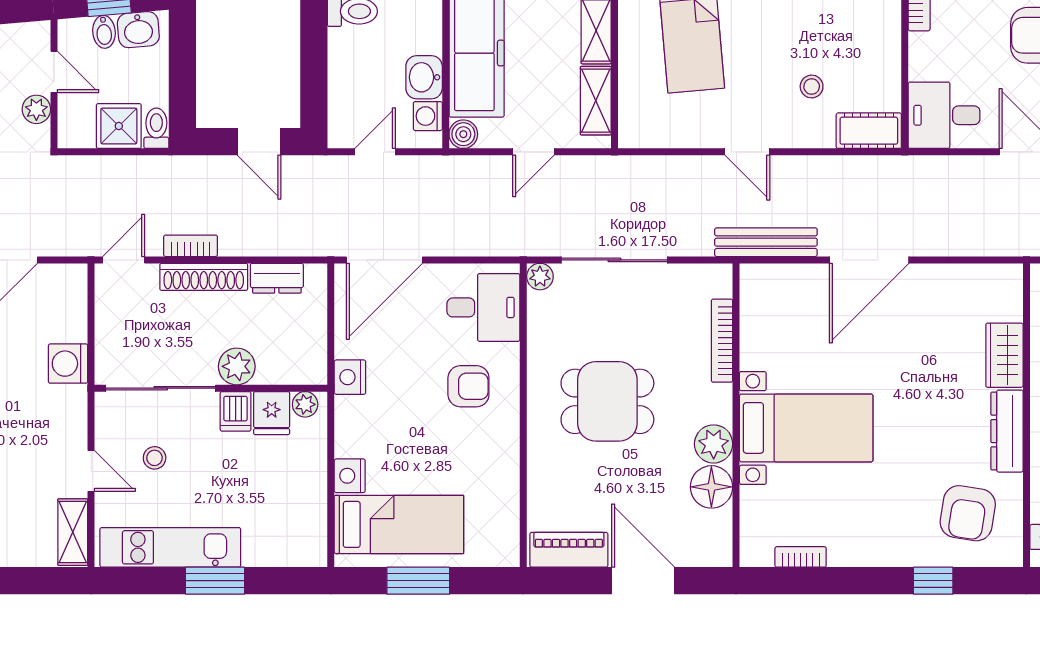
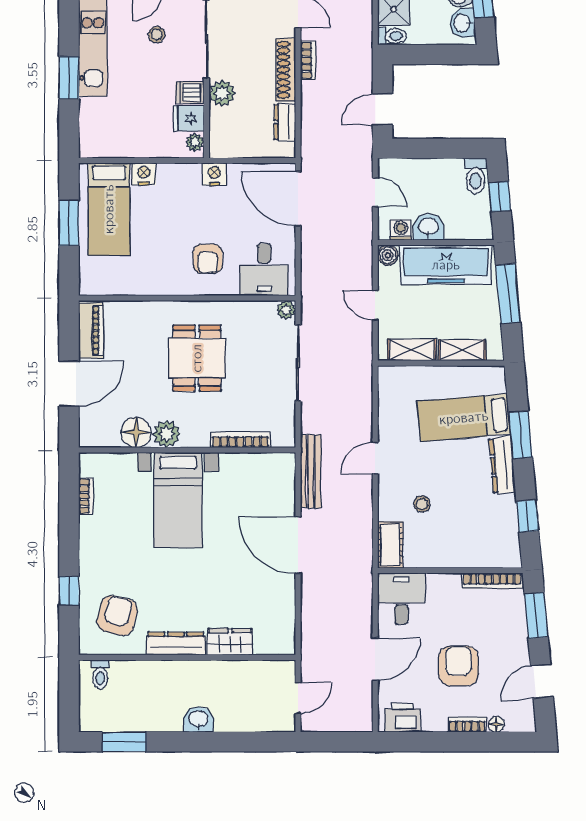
armchair: (968, 513) -> (117, 615), turned 95

